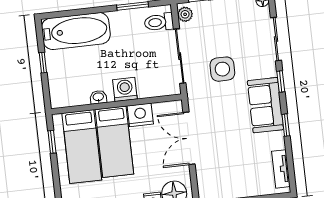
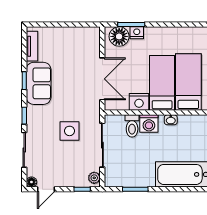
toilet: (159, 22) -> (132, 126), moved, turned 90
sofa: (265, 105) -> (39, 83), moved

